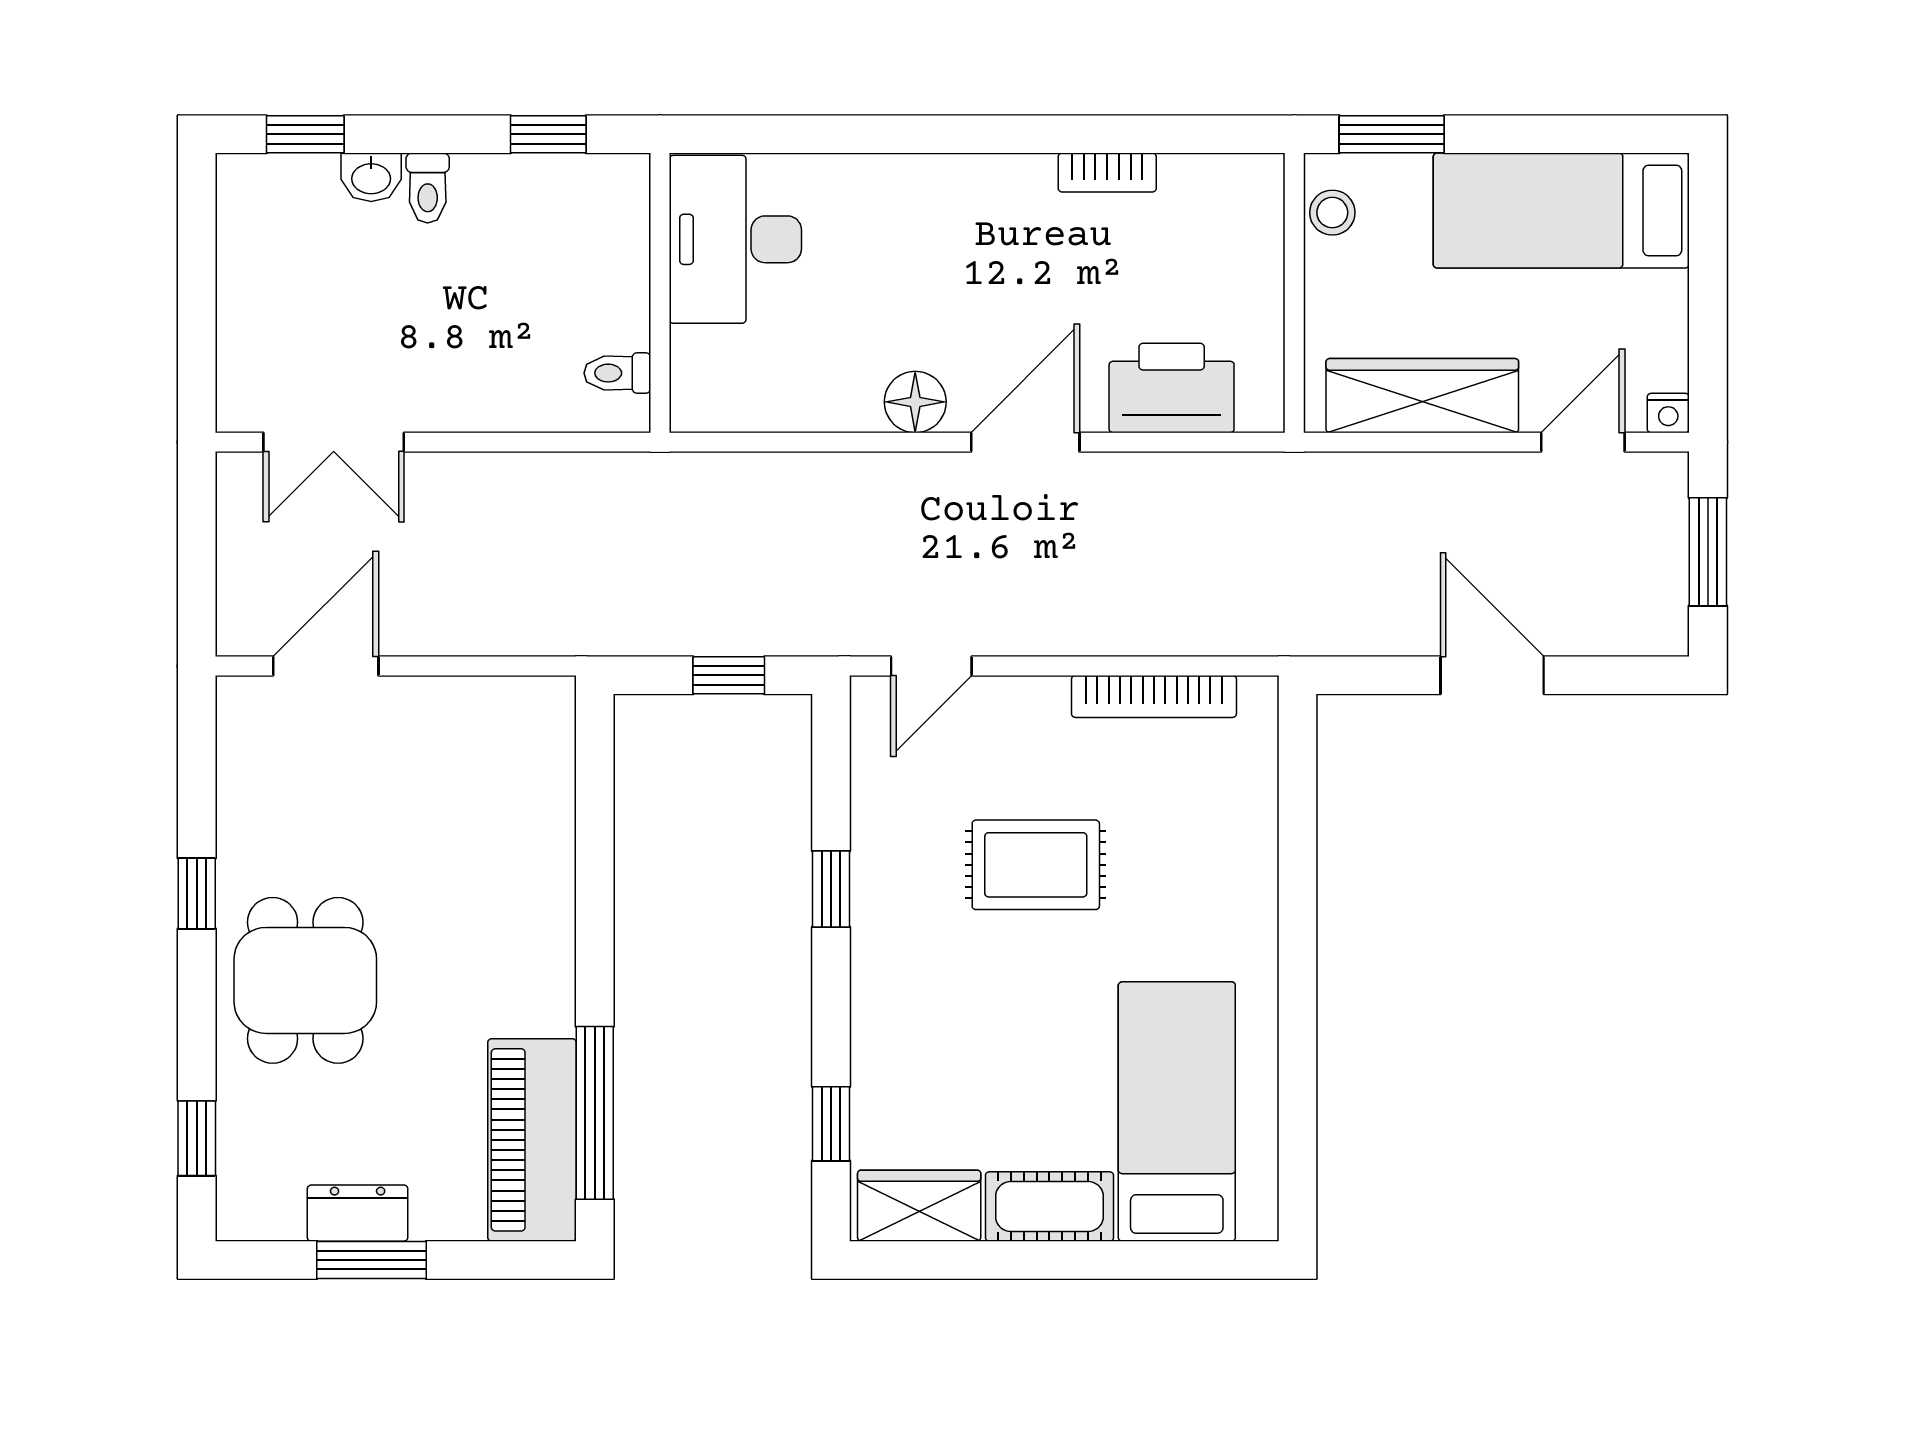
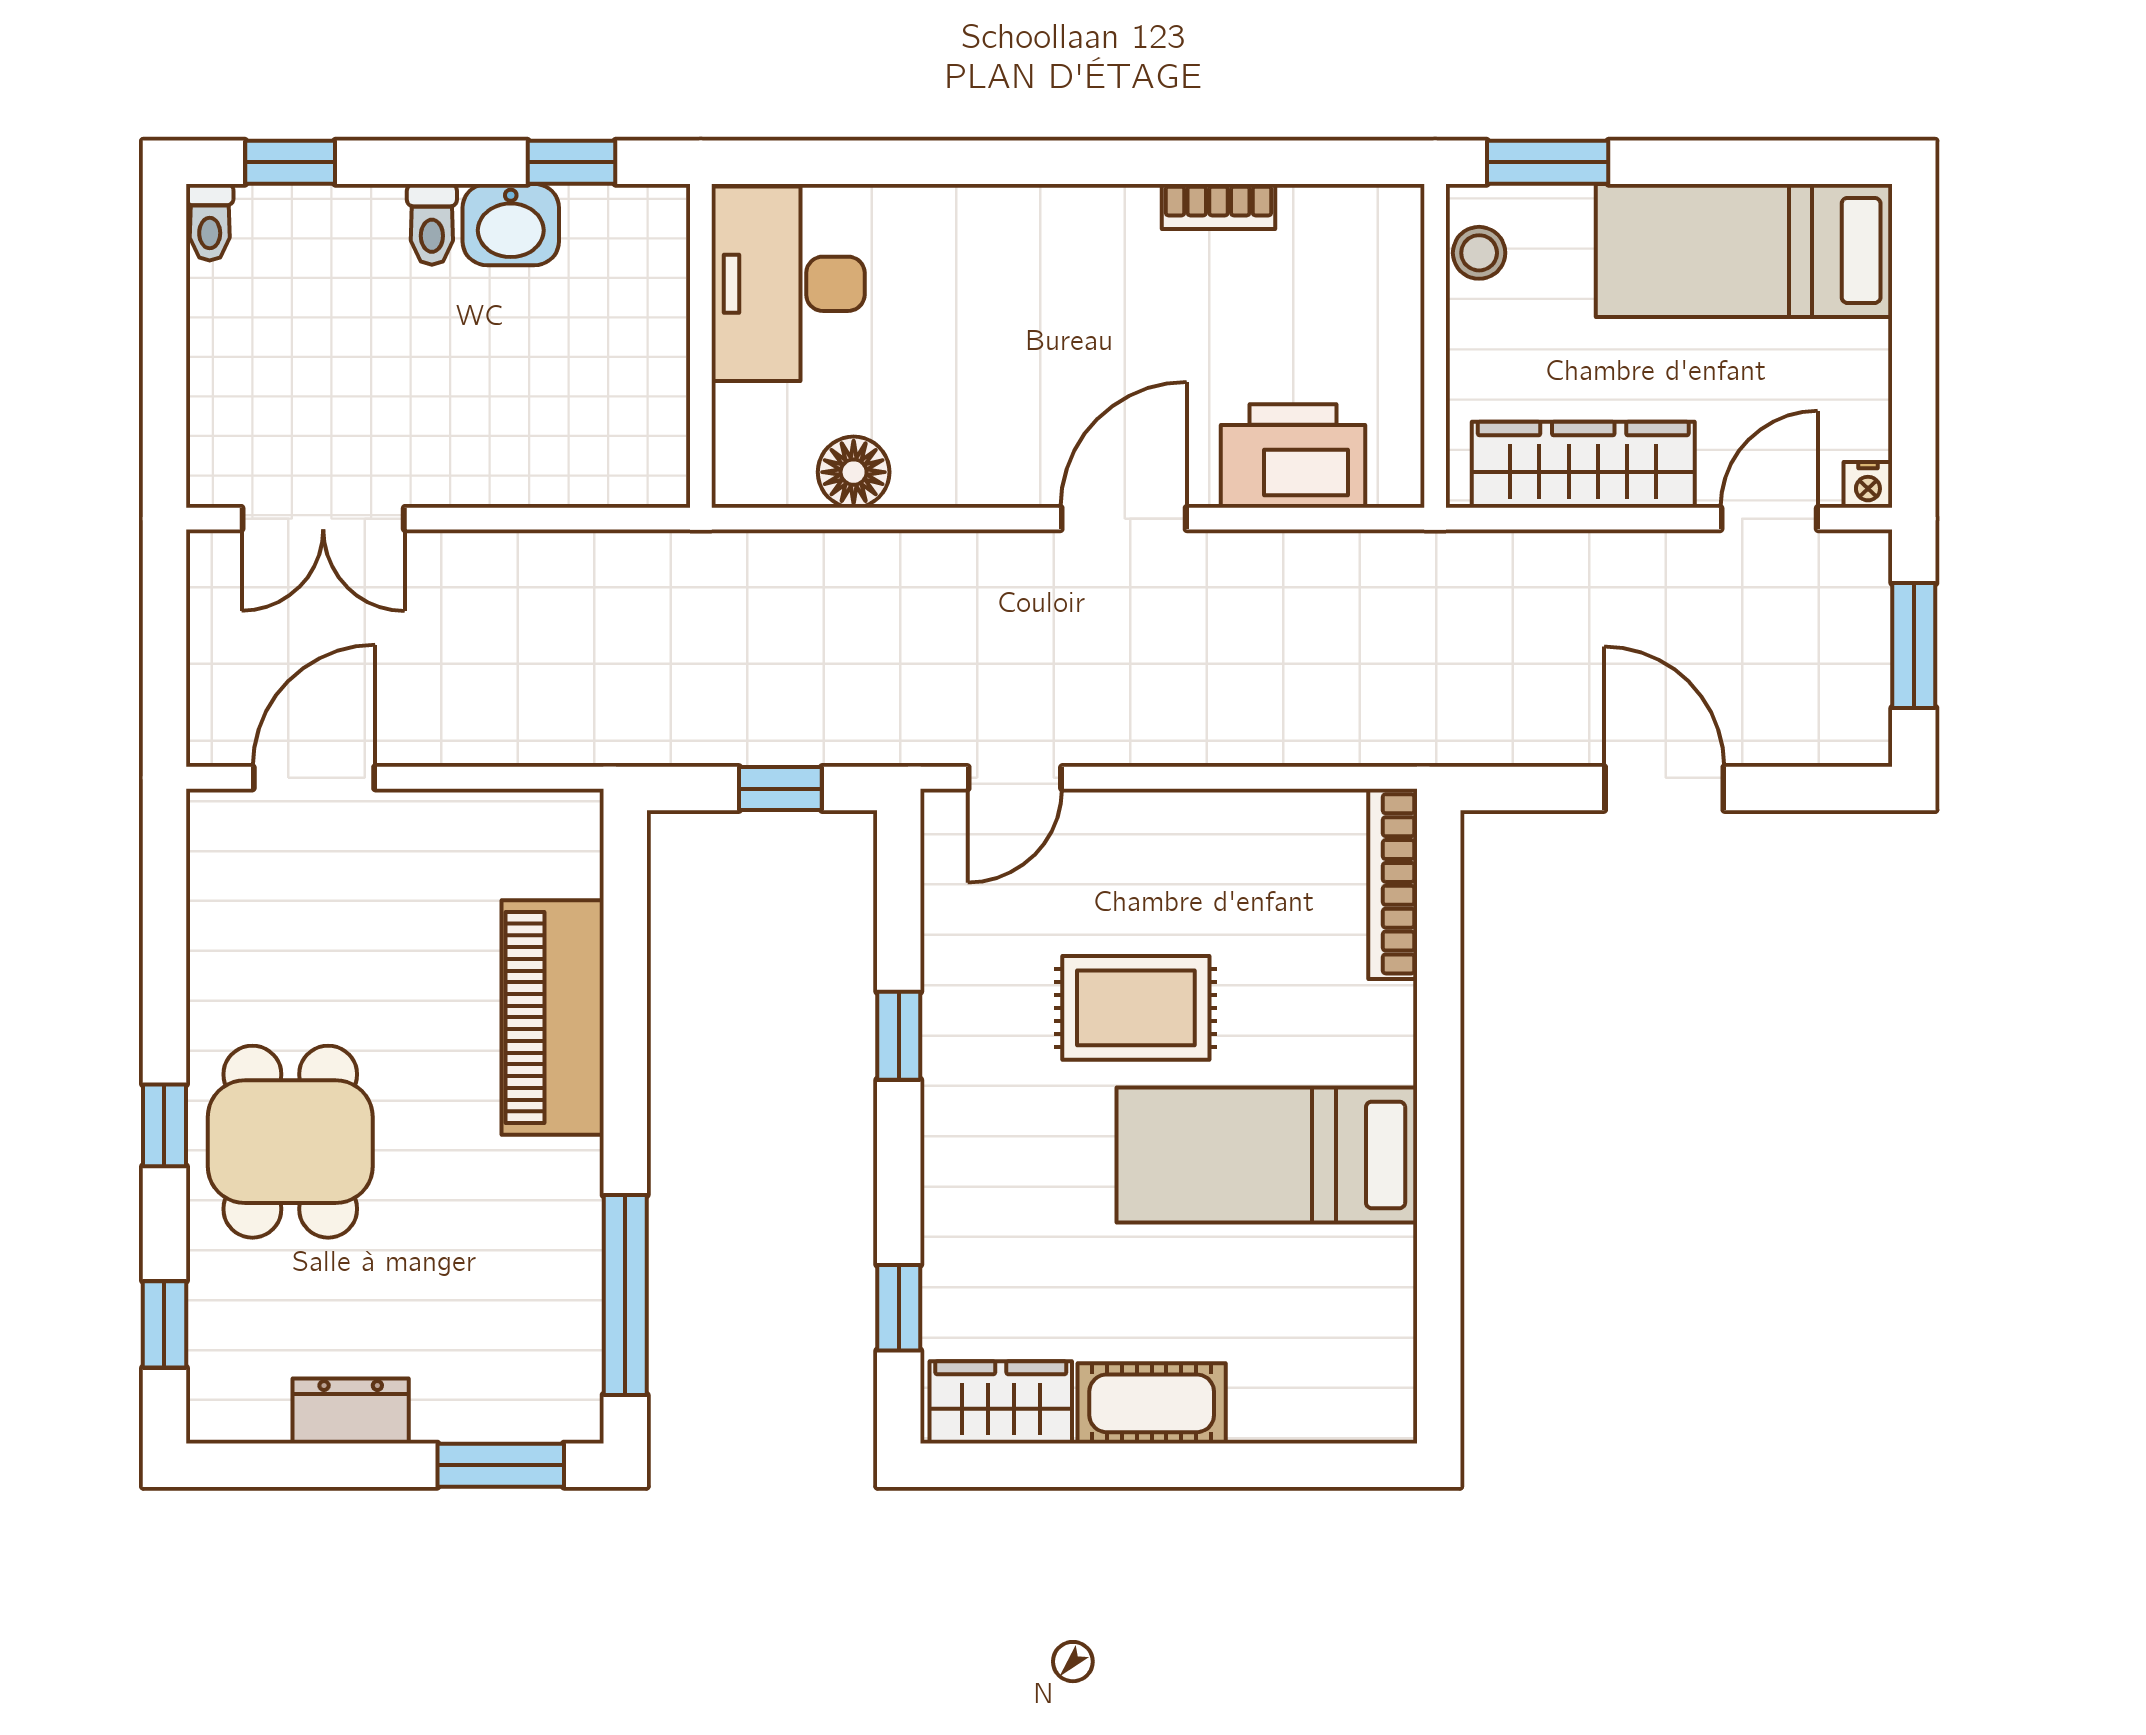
washbasin: (371, 177) -> (511, 225), moved, width x1.38, depth x1.45
toilet: (617, 373) -> (210, 222), moved, turned -90
floor lamp: (915, 402) -> (854, 472), moved
bookcase: (1154, 696) -> (1393, 884), moved, turned 90
window: (197, 894) -> (164, 1125), moved
bed: (1177, 1111) -> (1267, 1155), moved, turned -90
piano: (532, 1140) -> (553, 1017), moved
window: (371, 1260) -> (501, 1465), moved

